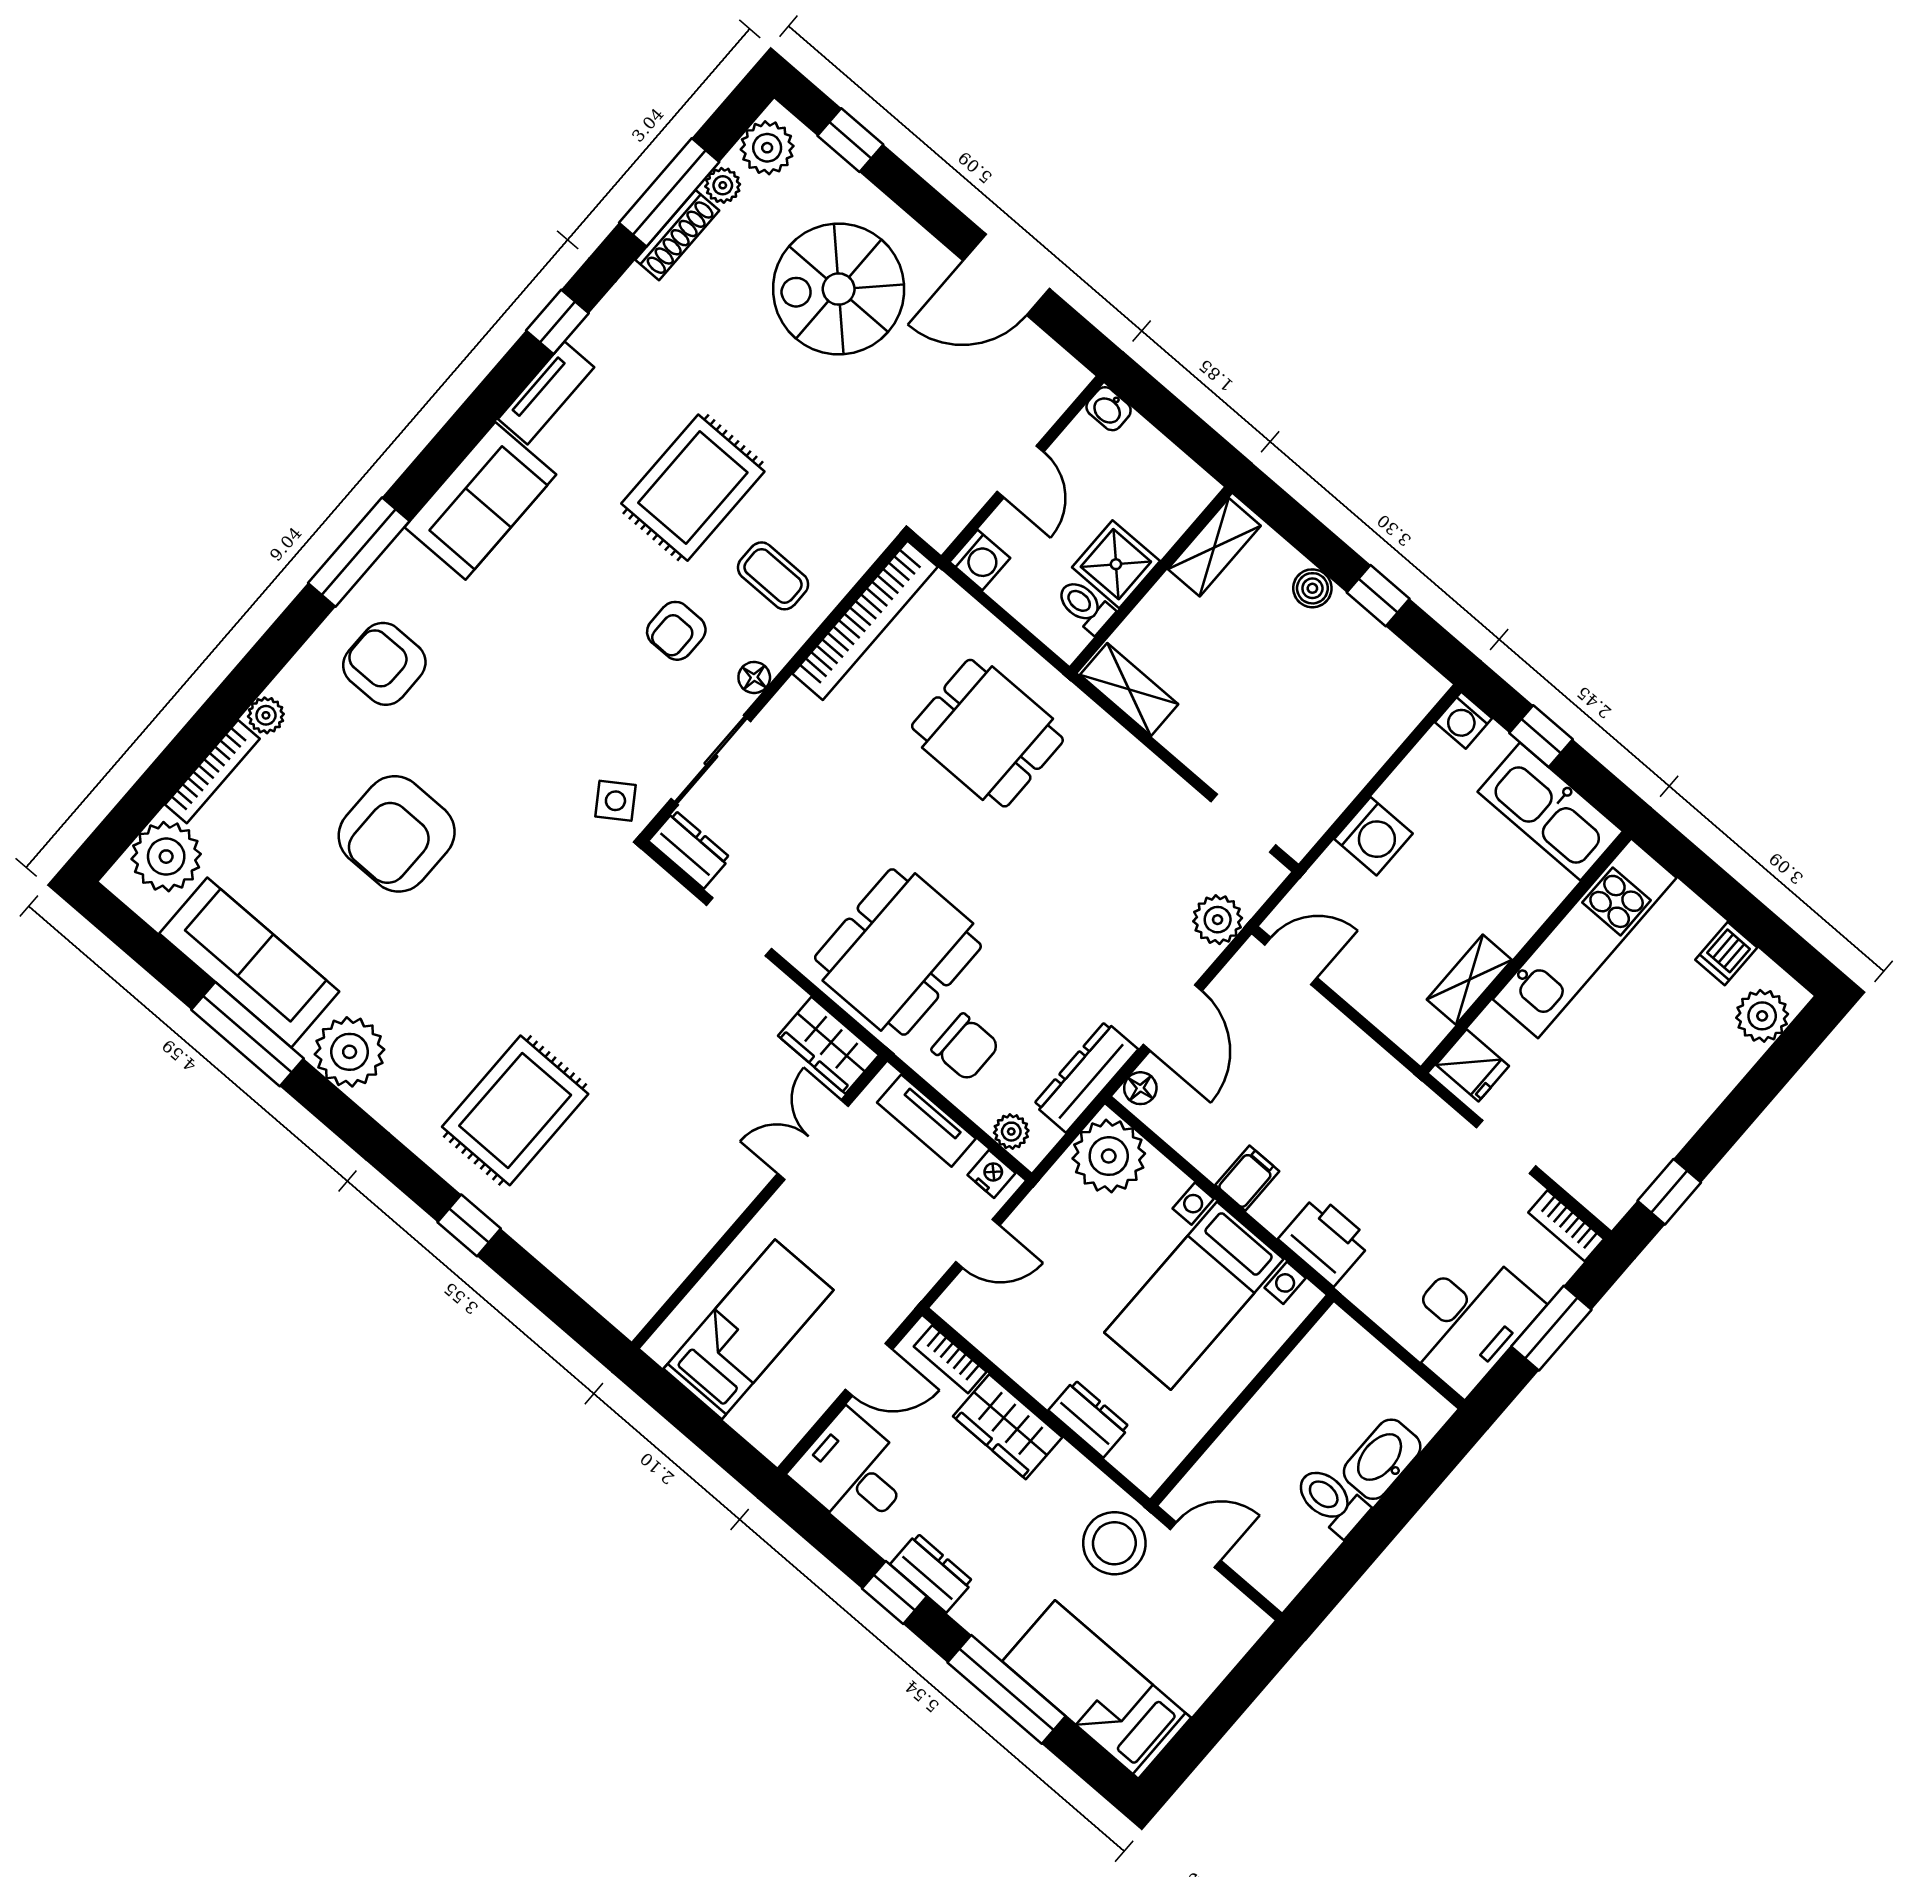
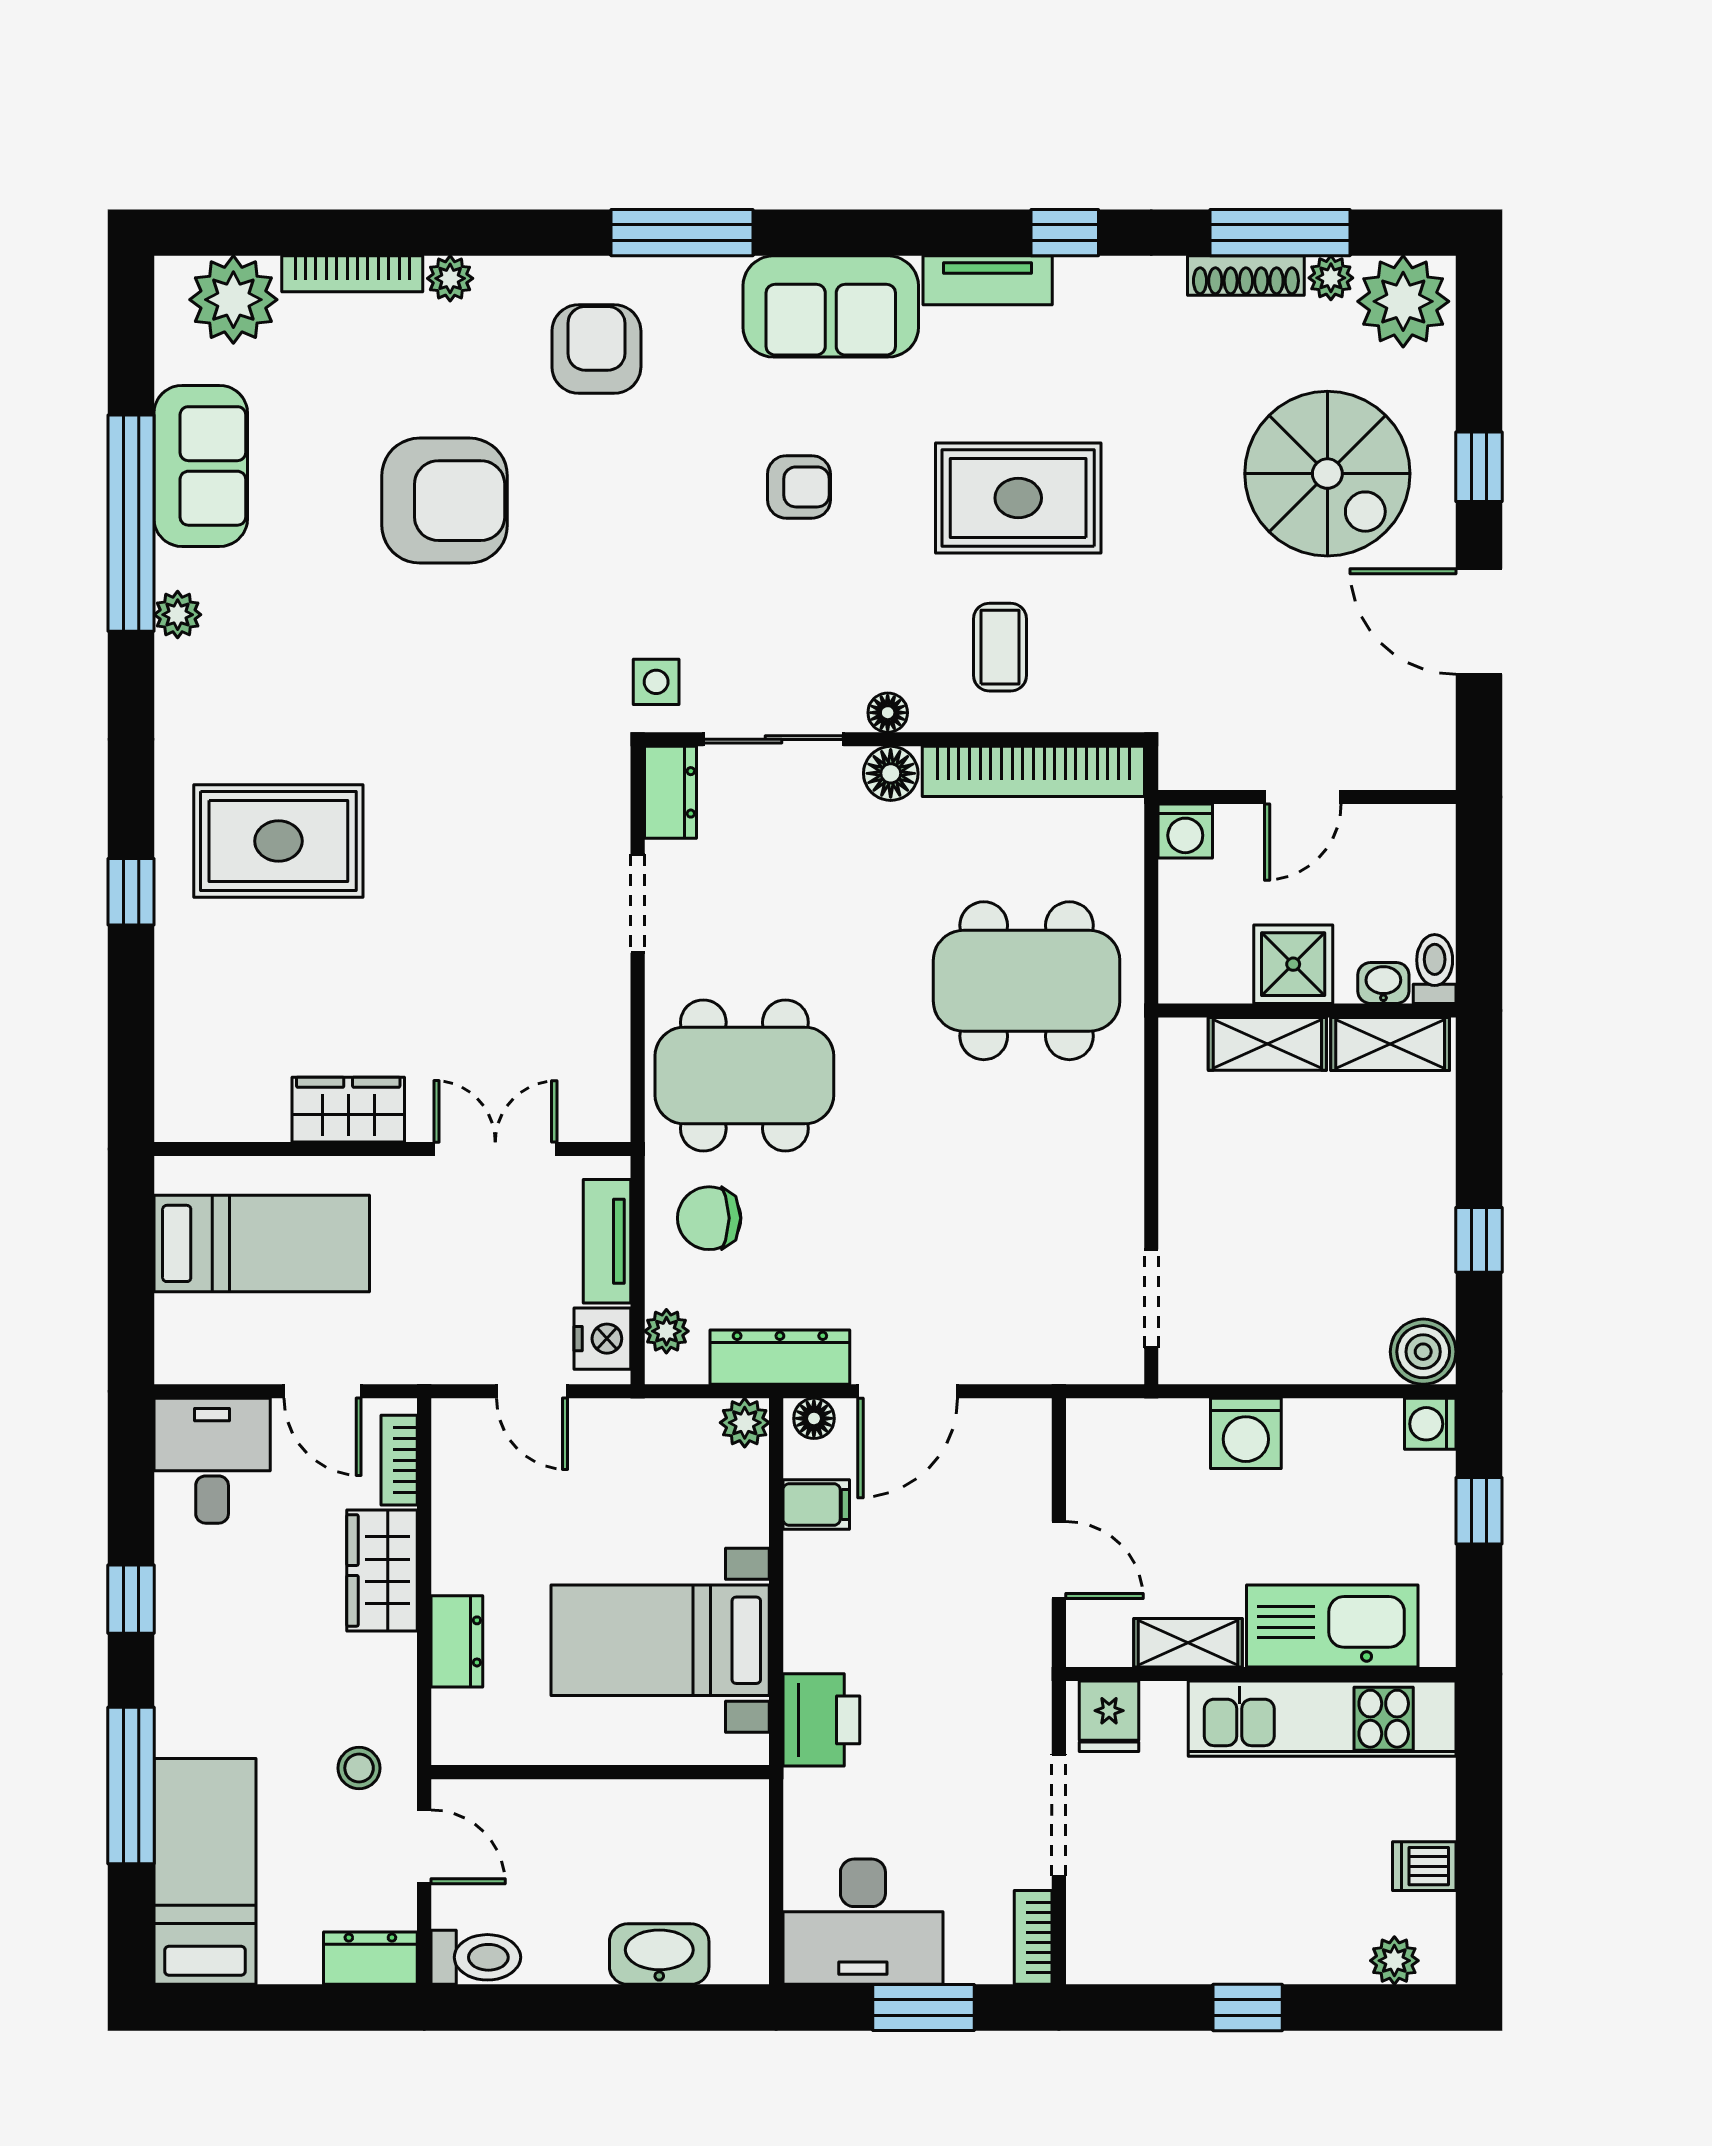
window: (850, 140) -> (1479, 467), moved
plant: (767, 148) -> (1403, 301), width x1.36, depth x1.36
spiral stairs: (839, 289) -> (1327, 474), turned 180
washbasin: (1109, 409) -> (1383, 983), moved, turned 90
boiler: (1312, 588) -> (1423, 1352), moved, width x1.36, depth x1.36
toilet: (1085, 606) -> (1435, 969), moved
armchair: (676, 631) -> (799, 487), moved, turned 180
shelving: (1129, 689) -> (1267, 1044), moved, turned 90
floor lamp: (792, 707) -> (891, 773), added
dining table: (987, 733) -> (1027, 981), width x1.38
side table: (615, 801) -> (656, 682), turned 34
kitchen sink: (1550, 812) -> (1332, 1626), moved, turned 90
armchair: (397, 834) -> (445, 501), turned 180
plant: (1218, 920) -> (1038, 1353), removed
door: (1291, 961) -> (1059, 1560), moved
sofa: (249, 963) -> (201, 466), width x0.73
plant: (1762, 1016) -> (1394, 1961), width x0.73, depth x0.73
window: (247, 1034) -> (131, 523), width x1.46
wardrobe: (828, 1045) -> (348, 1110), moved, turned 90
chair: (965, 1047) -> (709, 1218), turned 90
plant: (350, 1052) -> (178, 615), width x0.53, depth x0.53
doorway: (1506, 1147) -> (1059, 1815), width x1.38
plant: (1109, 1156) -> (745, 1423), width x0.53, depth x0.53
nightstand: (991, 1174) -> (602, 1339), width x1.39, depth x1.35
filing cabinet: (1247, 1178) -> (816, 1504), moved
window: (1669, 1192) -> (1248, 2008), moved
toilet: (1331, 1501) -> (476, 1957), moved, turned 90
stool: (1114, 1543) -> (359, 1768), width x0.53, depth x0.53
dresser: (932, 1573) -> (370, 1958), moved, turned -90

